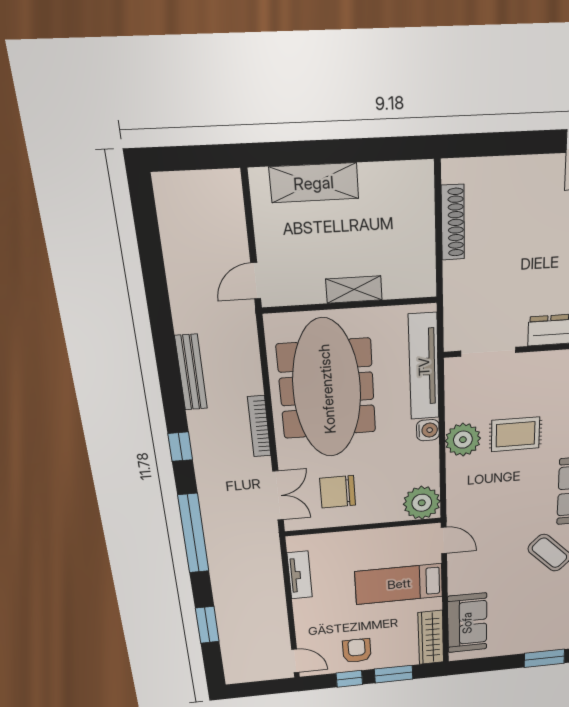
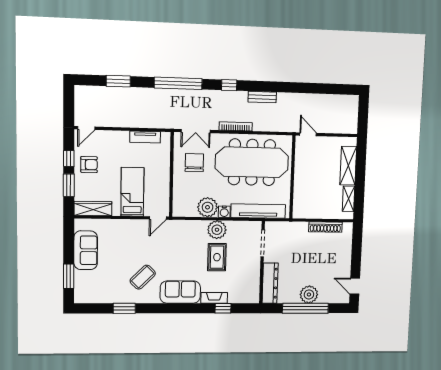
shelving: (354, 289) -> (349, 199), moved
bench: (191, 372) -> (262, 97), width x0.73
plant: (422, 503) -> (208, 207), moved
sofa: (467, 623) -> (86, 250), moved, turned -90

